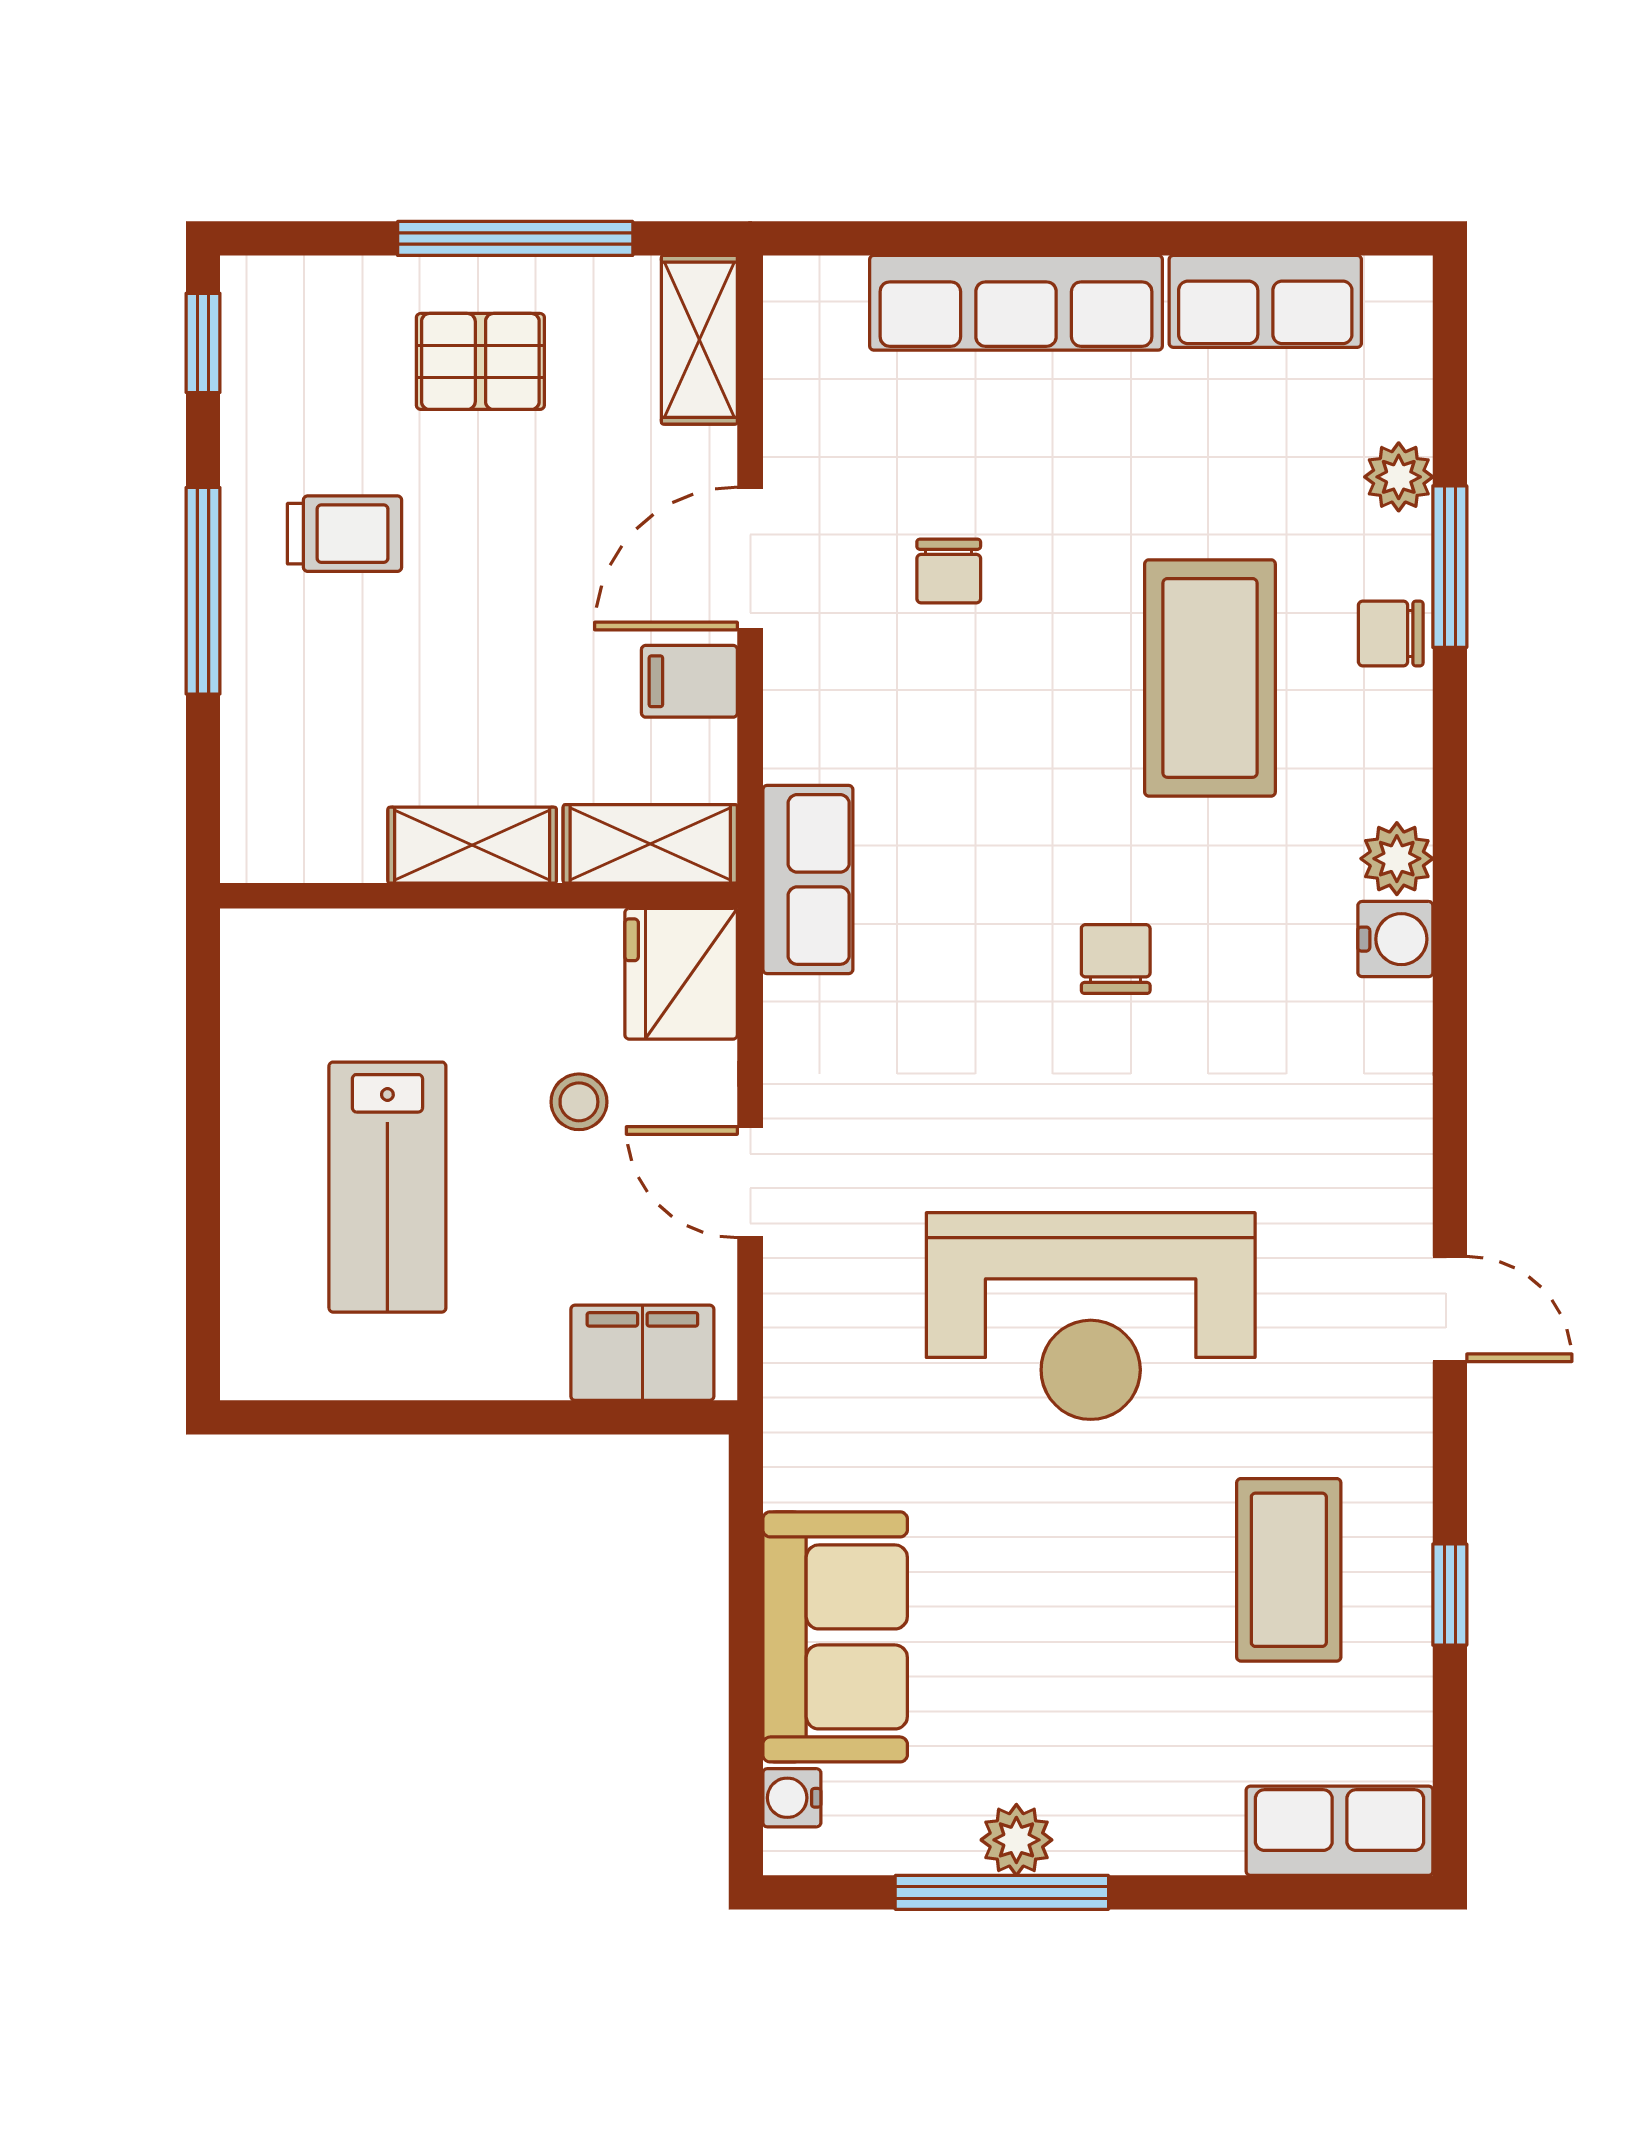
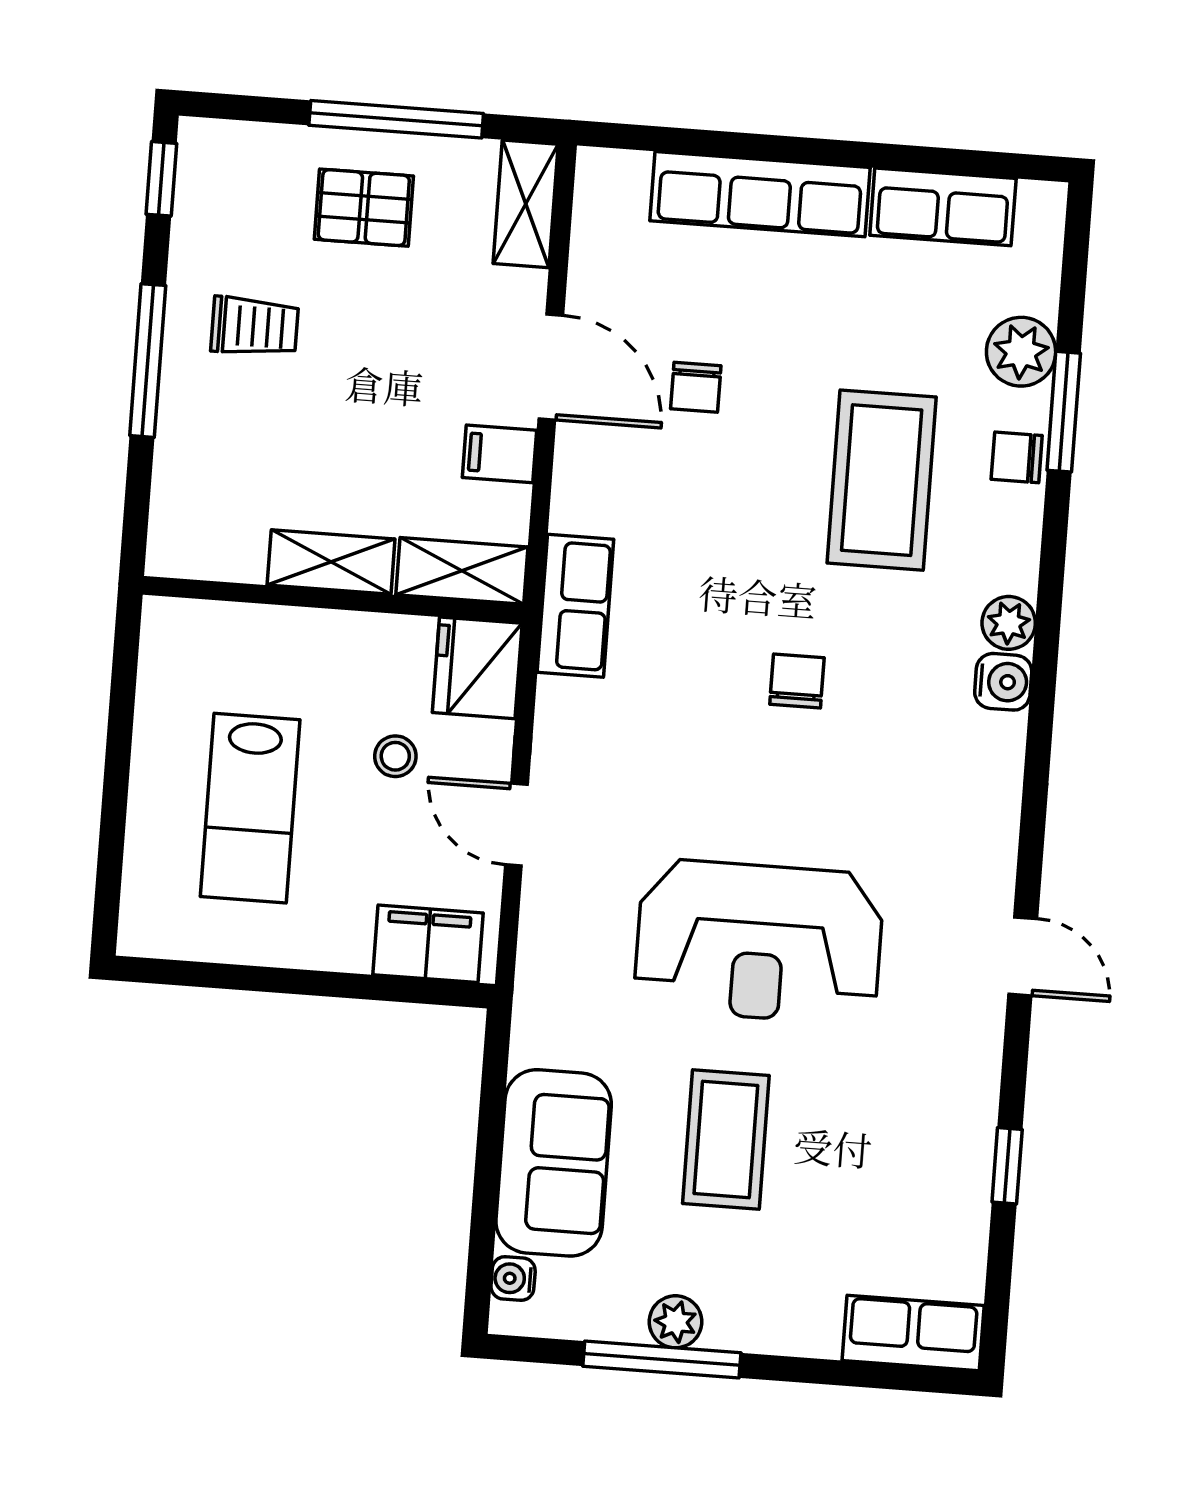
plant: (1399, 477) -> (1021, 352), width x1.38, depth x1.38
door: (750, 558) -> (551, 367), swing flipped
coffee table: (1289, 1570) -> (726, 1139), moved

